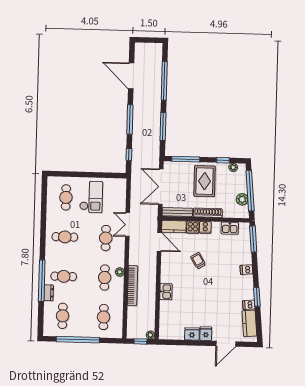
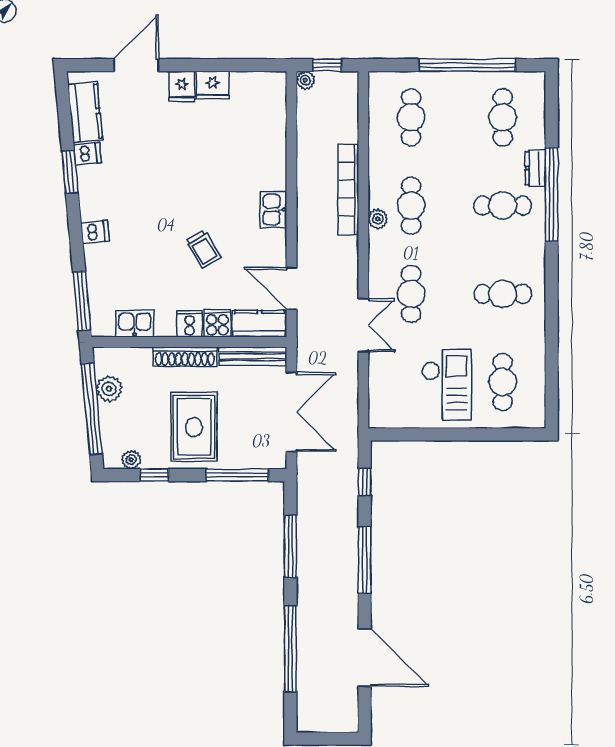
checkout: (91, 197) -> (446, 385), turned 180
kitchen sink: (166, 292) -> (273, 210), moved

